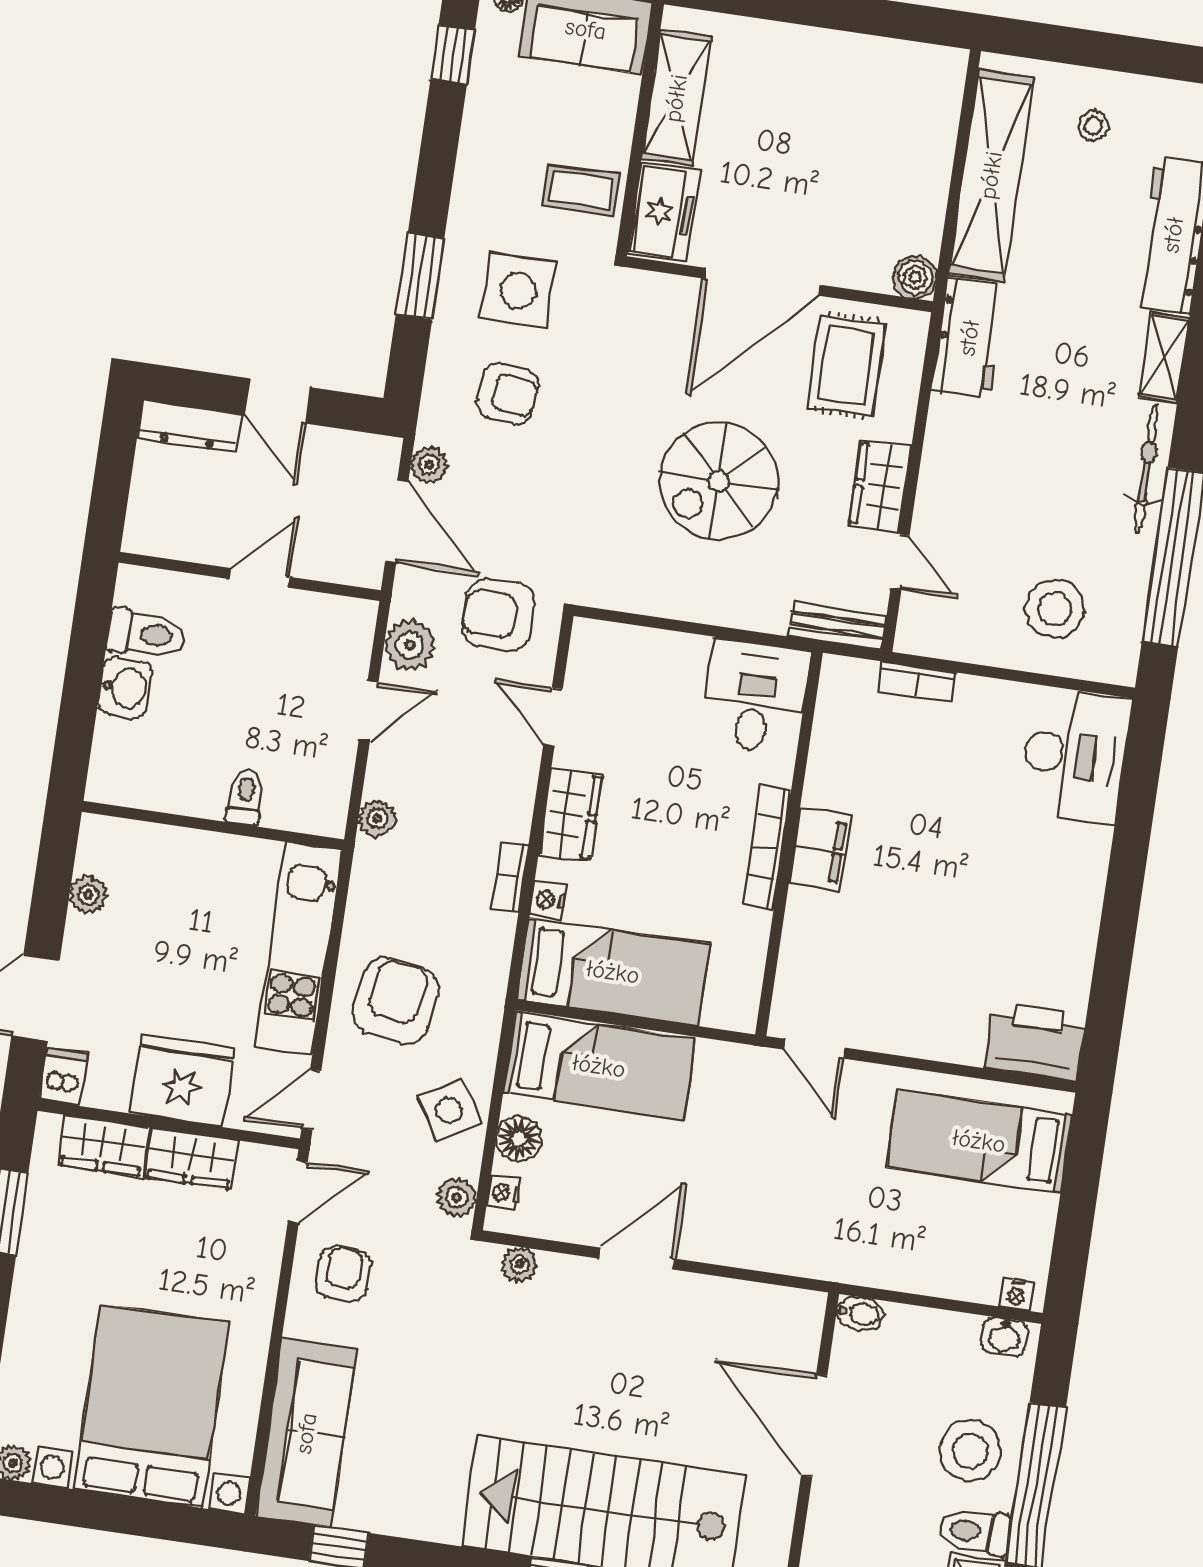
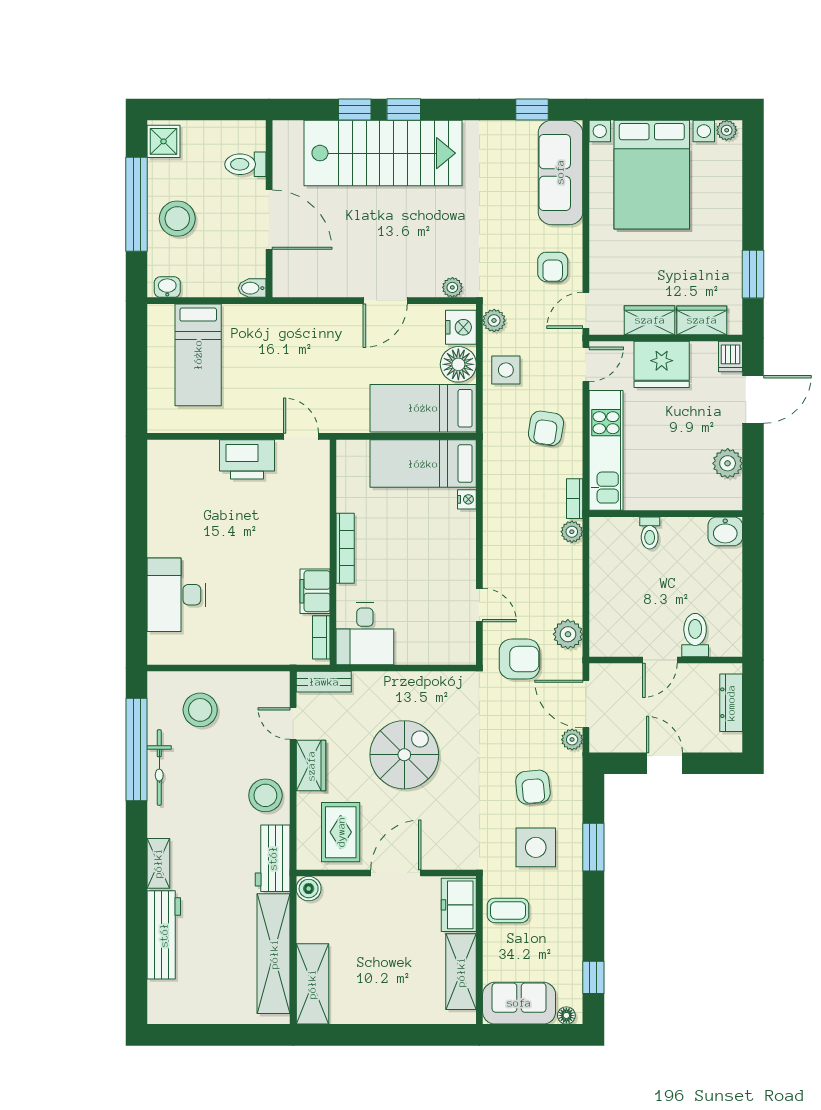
shelving: (933, 114) -> (312, 984), added
stool: (1093, 126) -> (265, 795), moved, width x1.89, depth x1.89
door: (763, 282) -> (396, 873), width x0.73
armchair: (508, 394) -> (533, 787), turned -103
dresser: (189, 426) -> (731, 703), moved, turned -90
bicycle: (1147, 468) -> (159, 767), moved
toilet: (146, 634) -> (695, 635), moved, turned 90
bookcase: (917, 682) -> (321, 637), moved, turned -90
washbasin: (125, 688) -> (725, 531), moved, turned -90
door: (369, 711) -> (586, 593), removed
desk: (1075, 756) -> (176, 595), moved
wardrobe: (570, 815) -> (461, 550), removed
filing cabinet: (820, 850) -> (315, 591), moved
bookcase: (510, 877) -> (575, 499), moved, turned 180
plant: (88, 895) -> (728, 463), width x1.38, depth x1.38
armchair: (395, 1001) -> (546, 428), width x0.72, depth x0.72
printer: (1035, 1041) -> (247, 459), moved
side table: (449, 1110) -> (506, 370), turned 30
floor lamp: (519, 1139) -> (458, 364), width x1.38, depth x1.38
bed: (979, 1141) -> (198, 355), moved, turned 90
nightstand: (503, 1193) -> (461, 327), width x1.89, depth x1.79
nightstand: (1016, 1294) -> (164, 312), removed
toilet: (975, 1532) -> (245, 164), moved, turned 180

